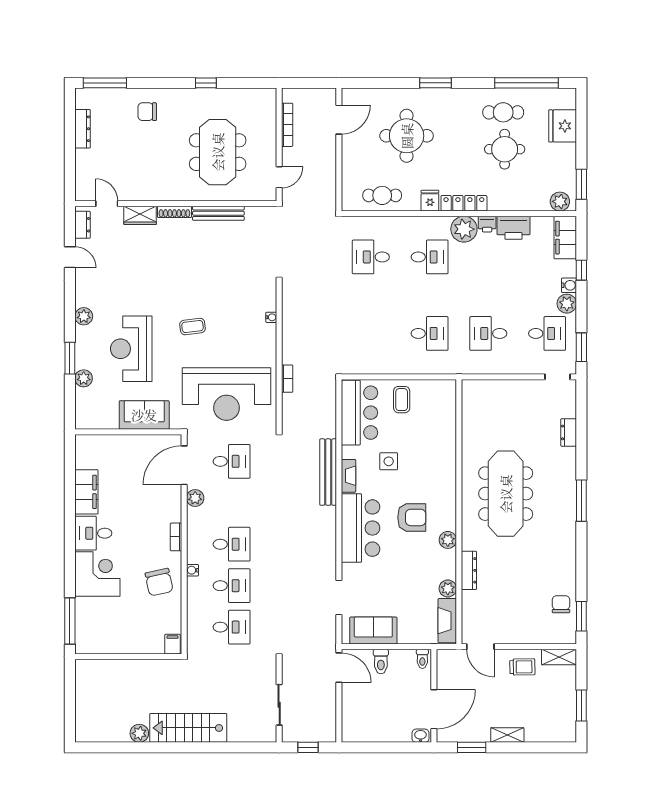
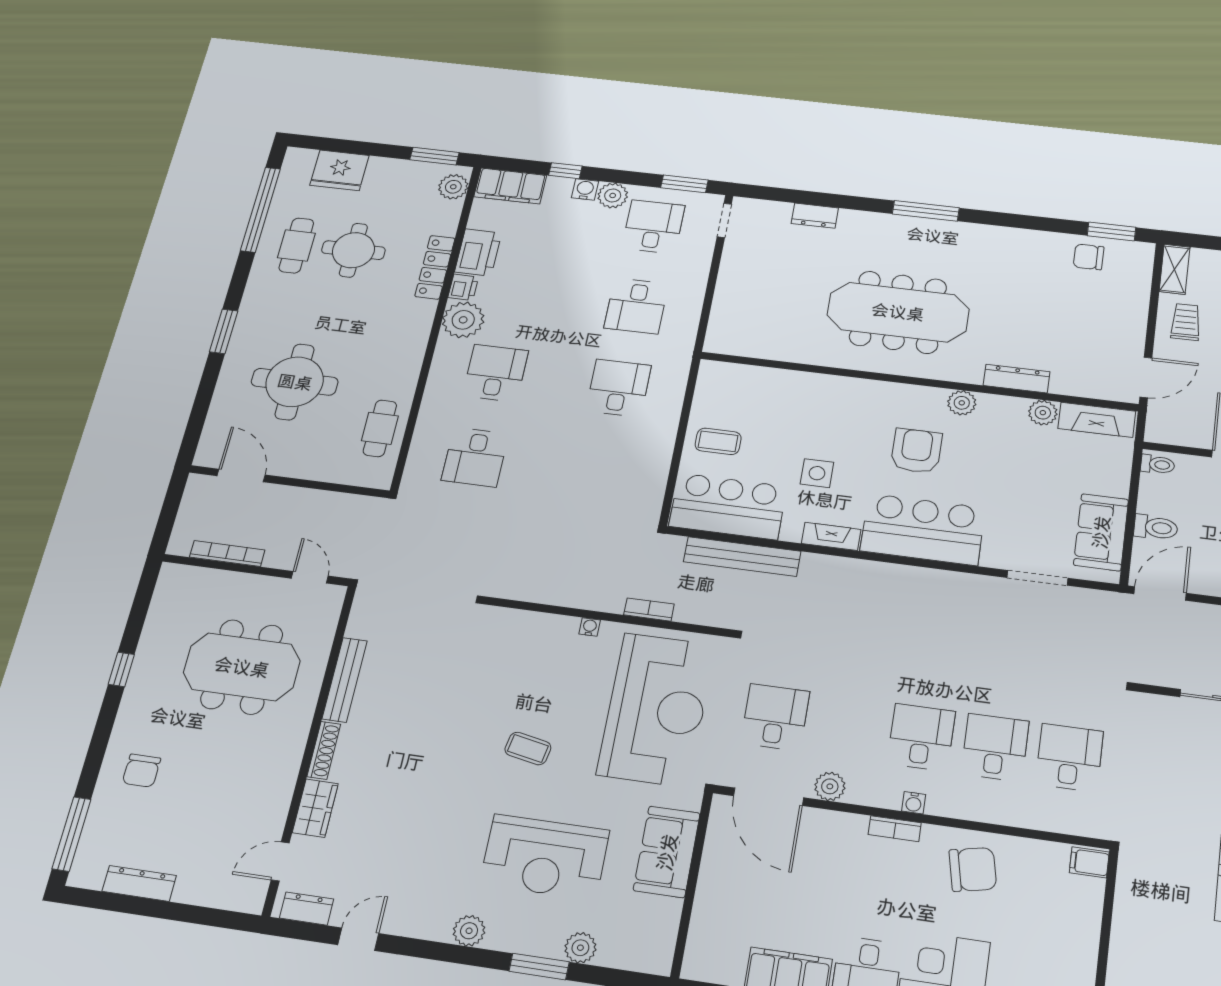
fridge: (430, 201) -> (406, 362), removed
locker: (464, 203) -> (435, 267), moved
water cooler: (271, 317) -> (590, 627), moved
coffee table: (193, 327) -> (528, 748), turned -72
bench: (328, 472) -> (742, 557), moved
water cooler: (192, 570) -> (914, 803), moved

